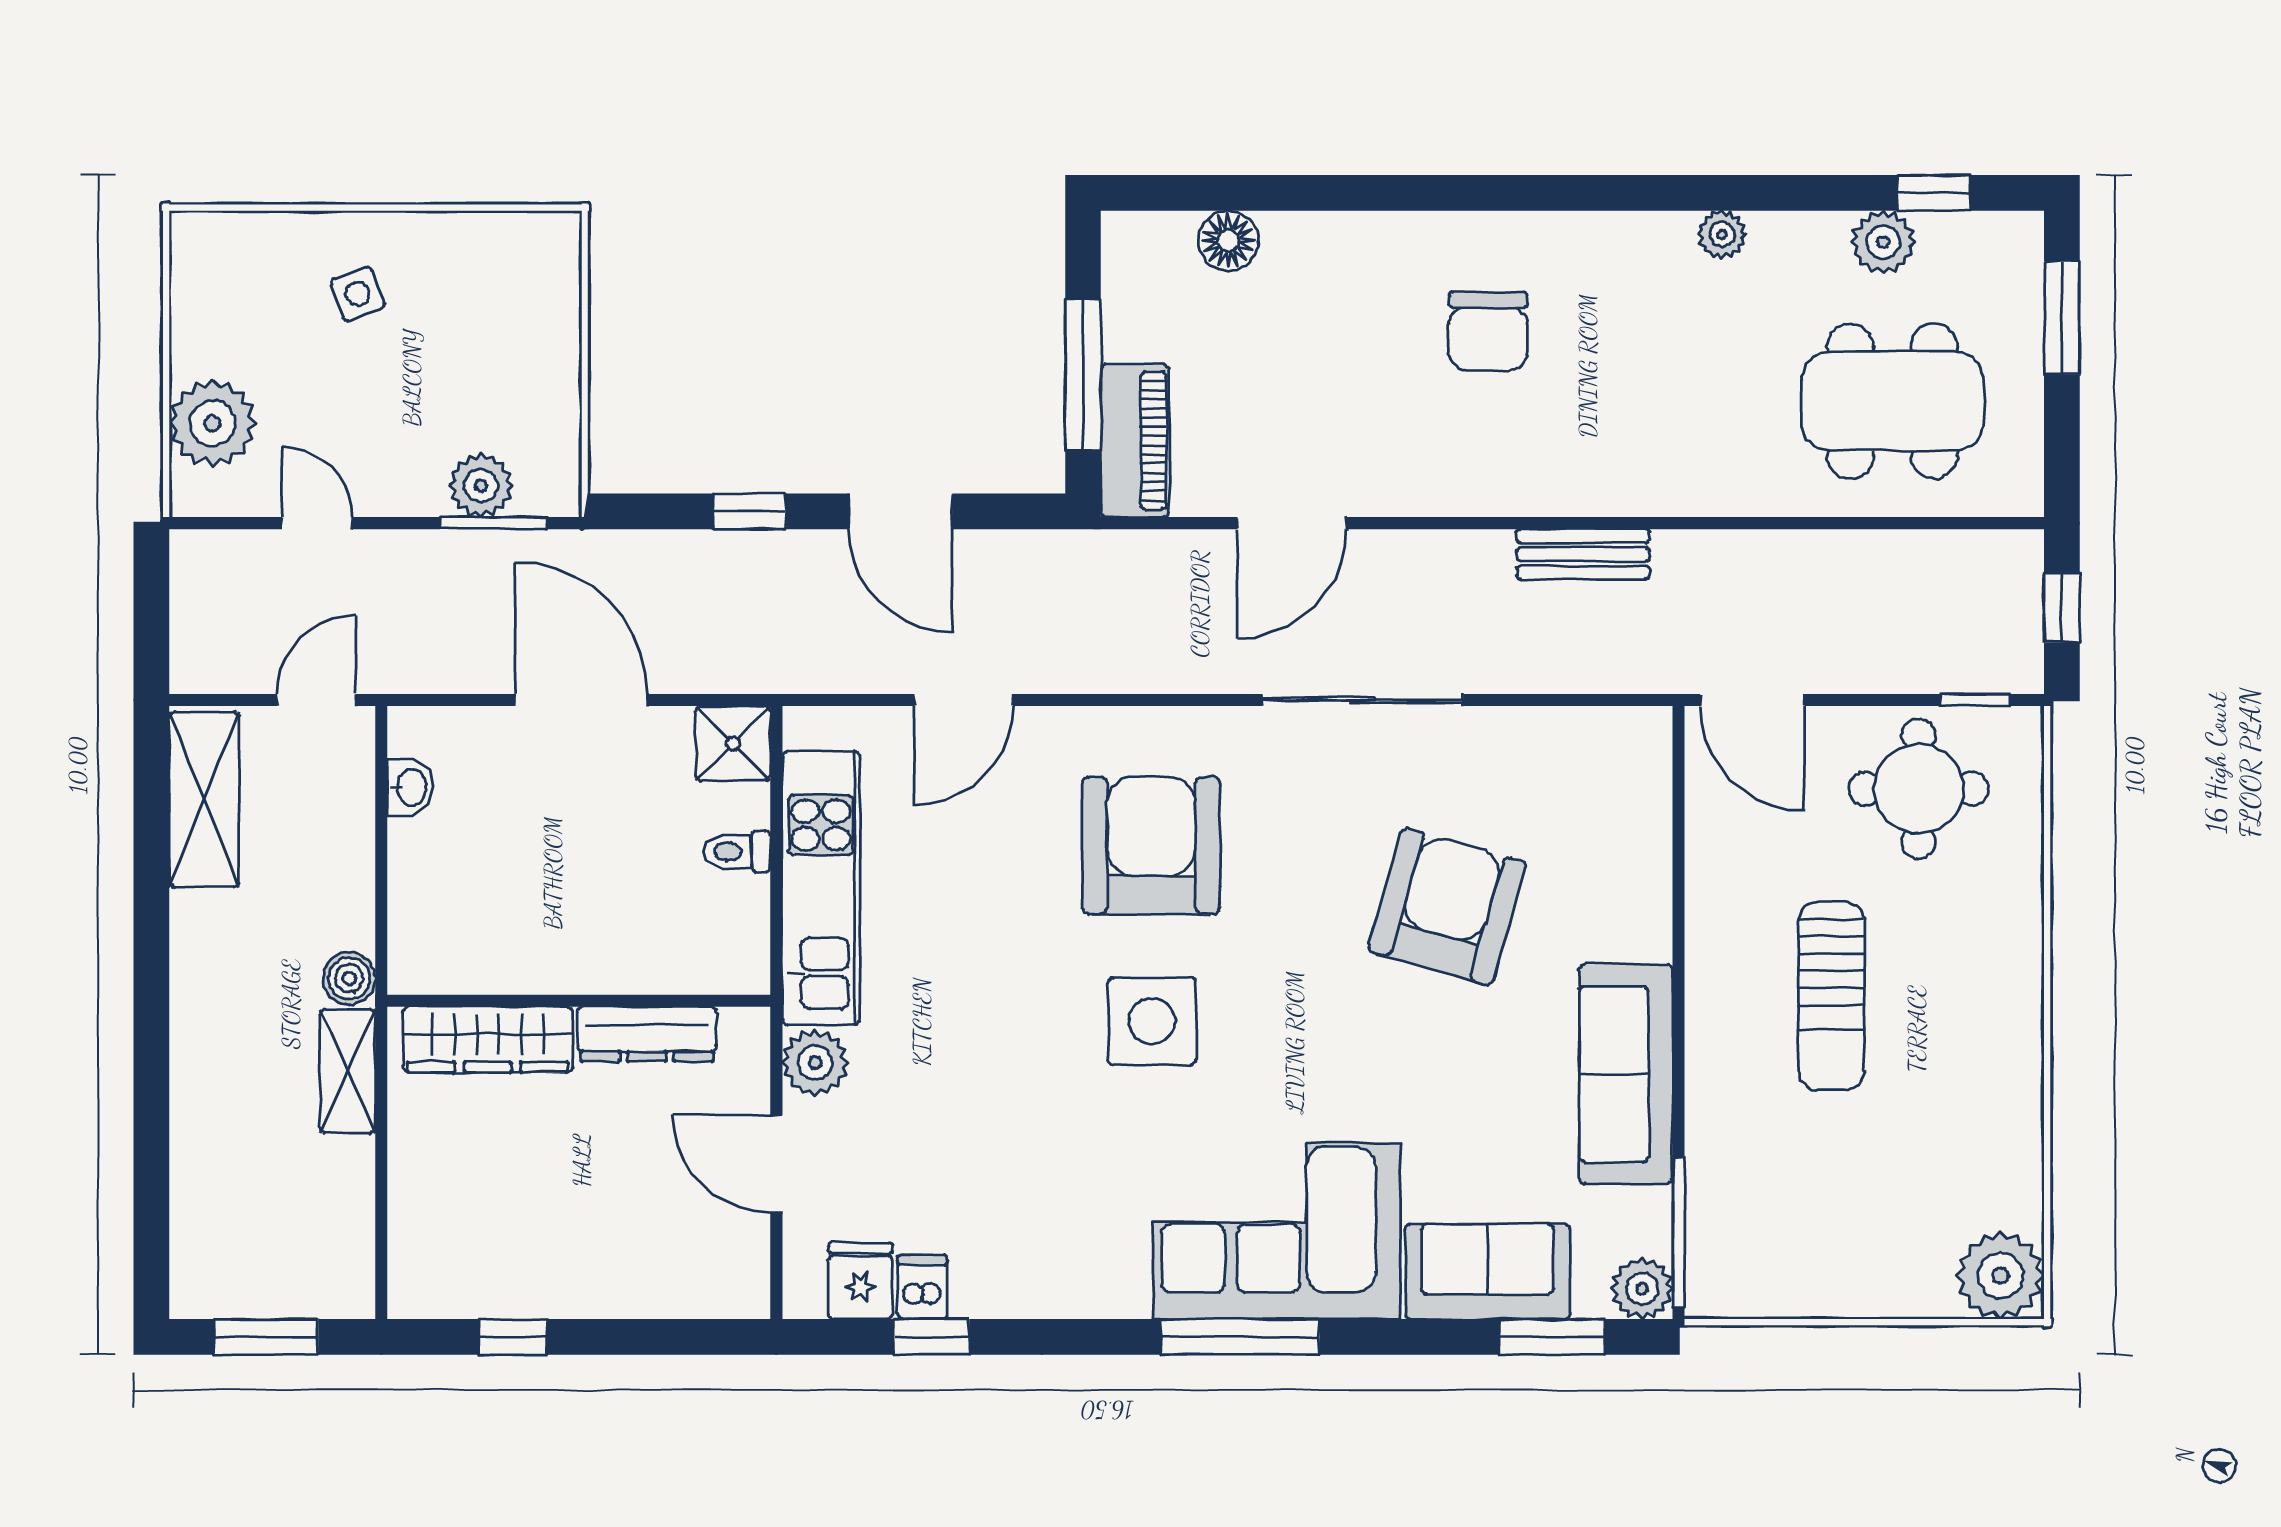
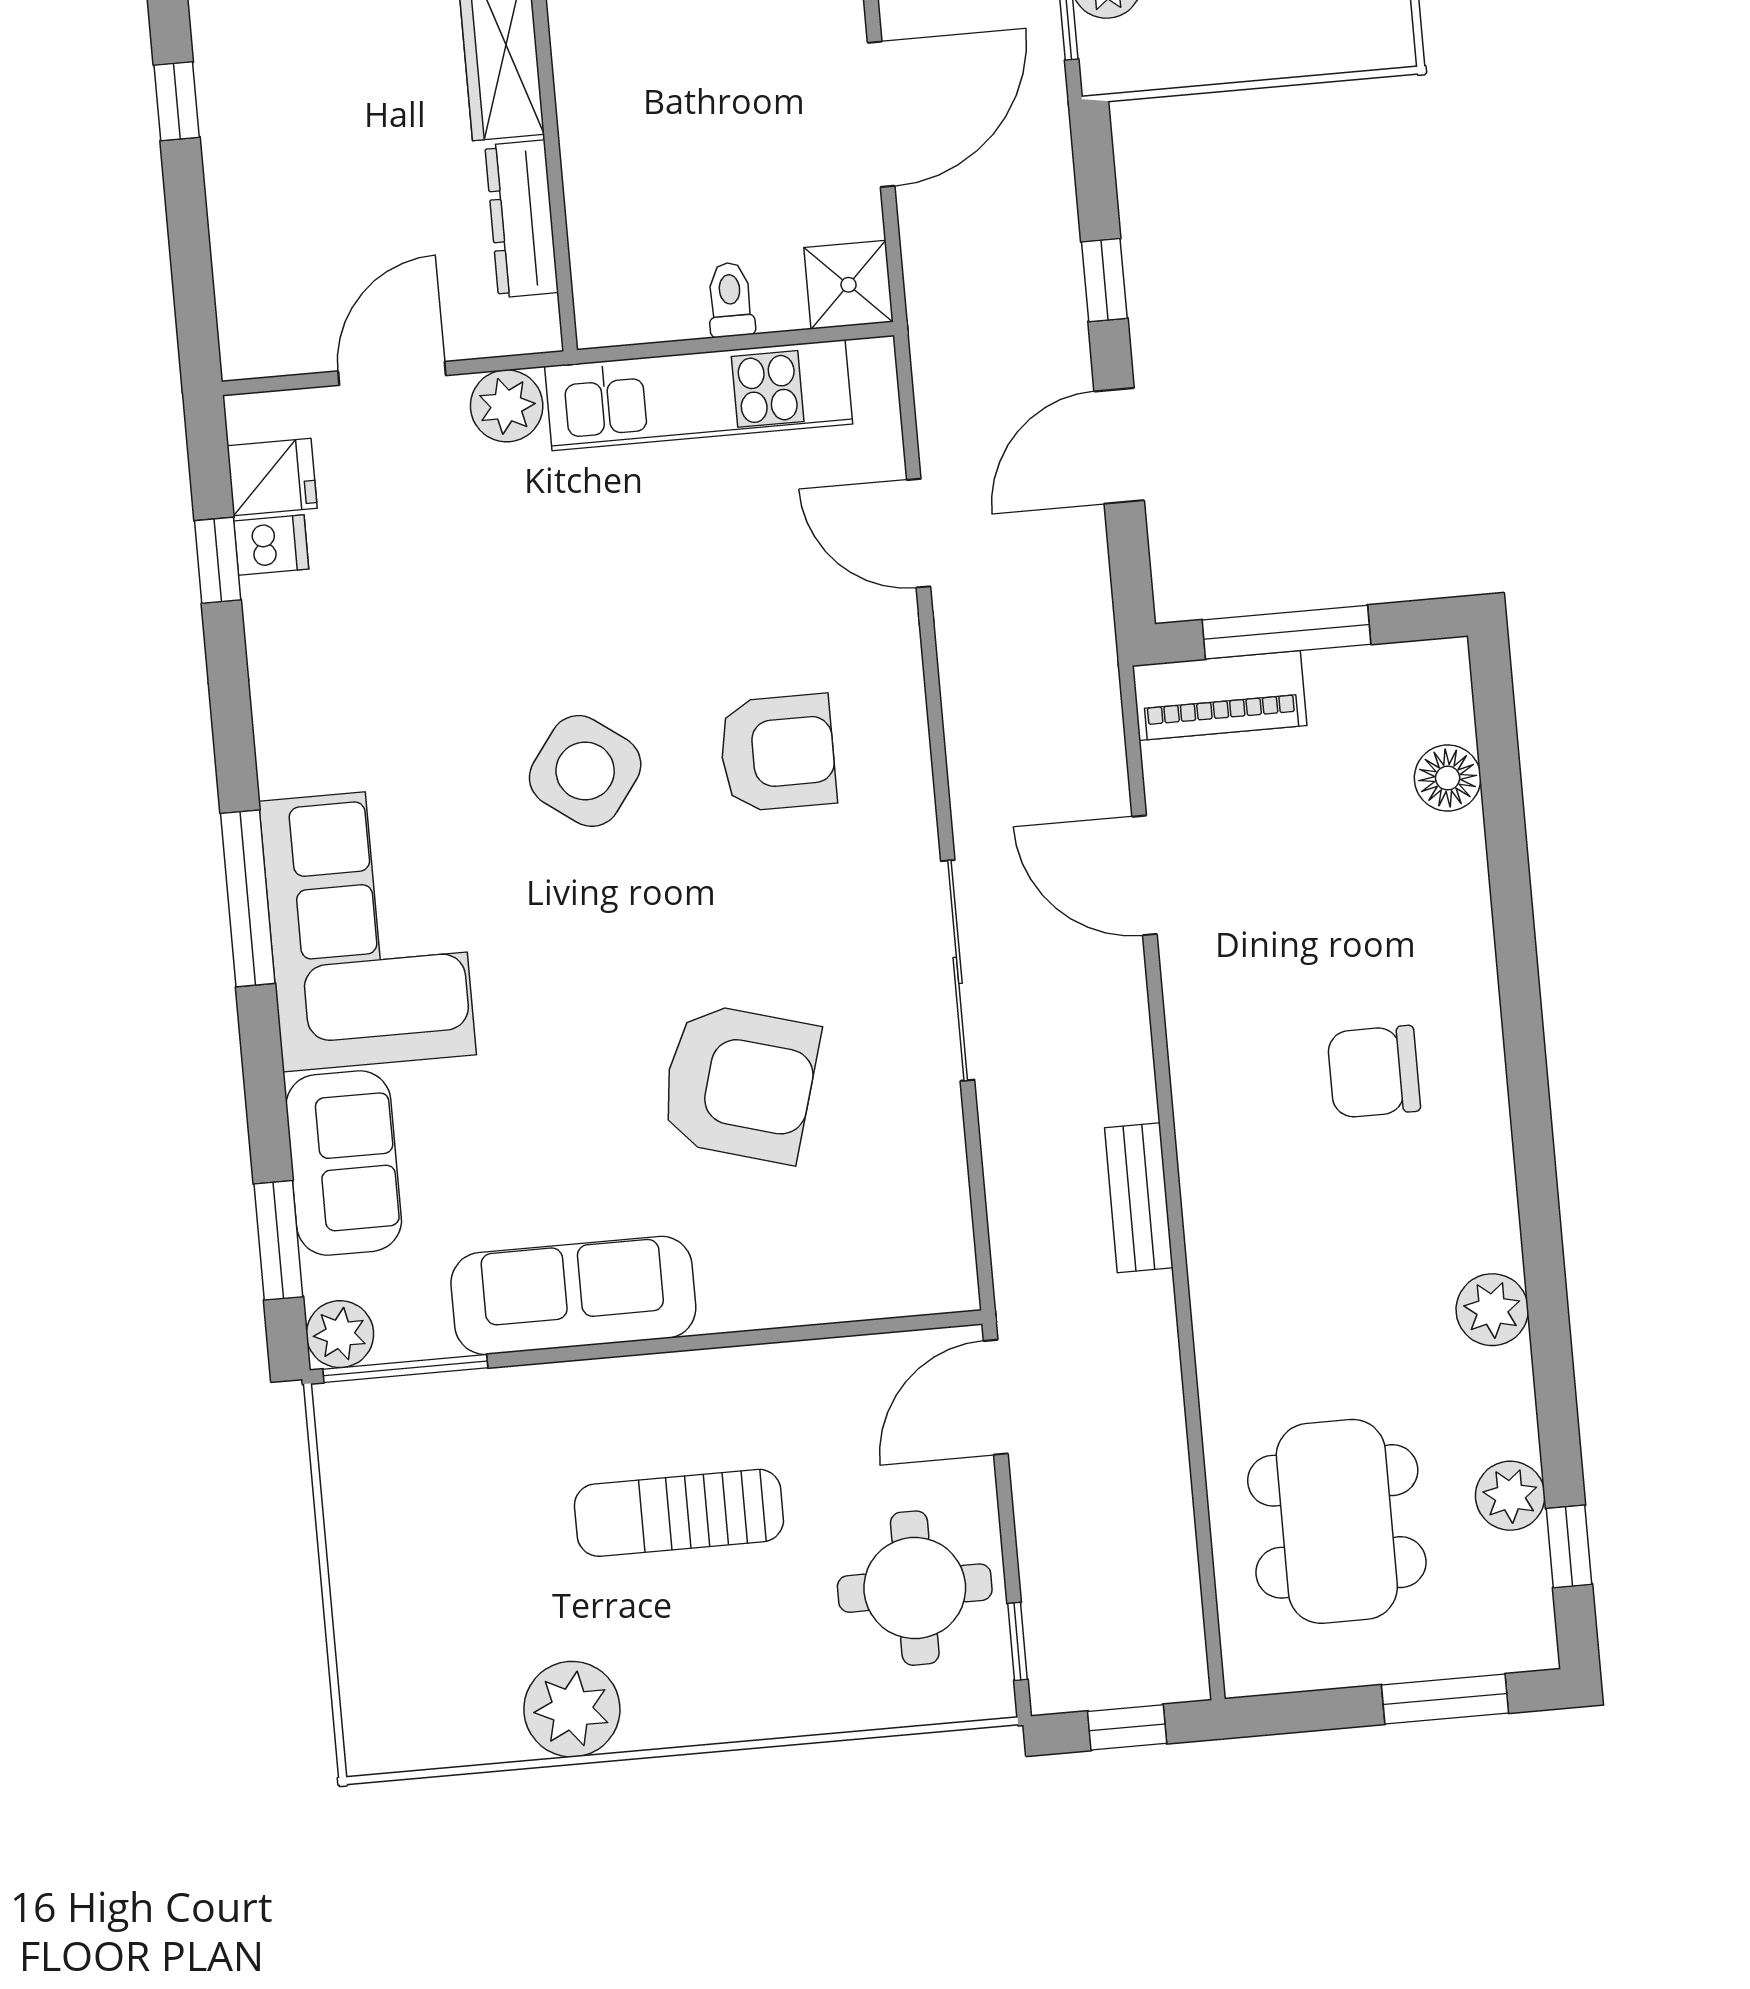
plant: (1722, 234) -> (1492, 1310), width x1.38, depth x1.38
armchair: (1151, 845) -> (778, 753), width x0.73, depth x0.73
side table: (1152, 1021) -> (585, 771), turned 36
plant: (2001, 1276) -> (572, 1709), moved

